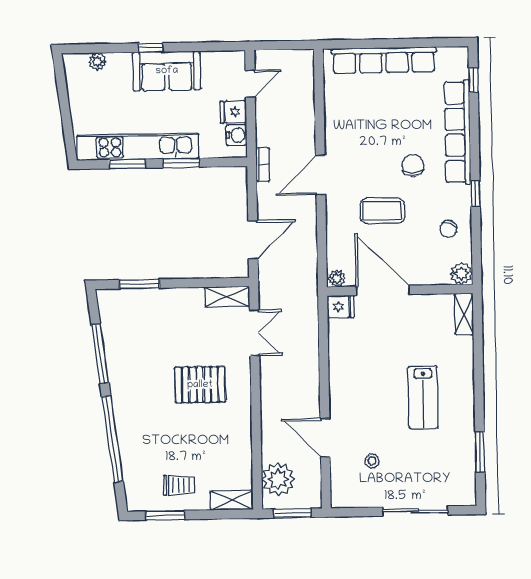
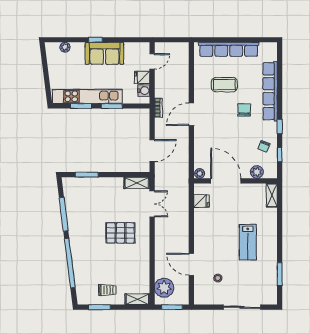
window: (473, 80) -> (280, 155), moved
coffee table: (382, 211) -> (224, 85), moved
plant: (461, 274) -> (257, 172), moved
fridge: (341, 307) -> (201, 201), moved

